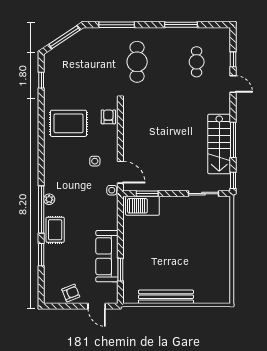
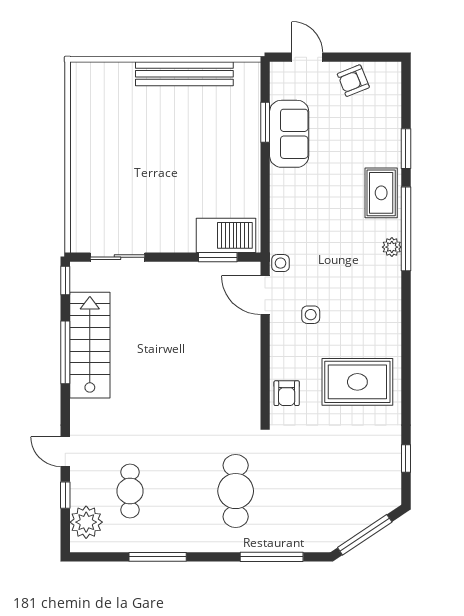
plant: (221, 44) -> (86, 522), added
sofa: (107, 256) -> (289, 134), width x0.73

